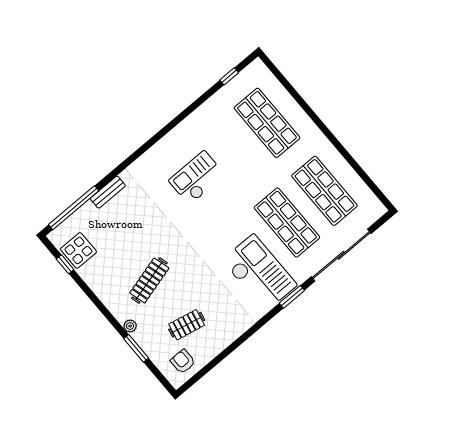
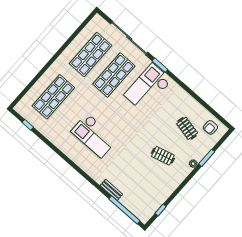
checkout: (197, 178) -> (94, 136), width x1.36, depth x1.21
display table: (78, 250) -> (151, 203), removed
clothes rail: (149, 281) -> (163, 156), width x0.73

